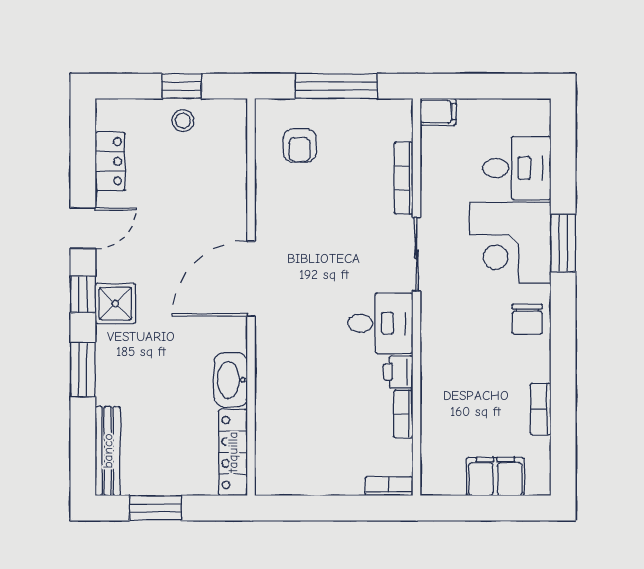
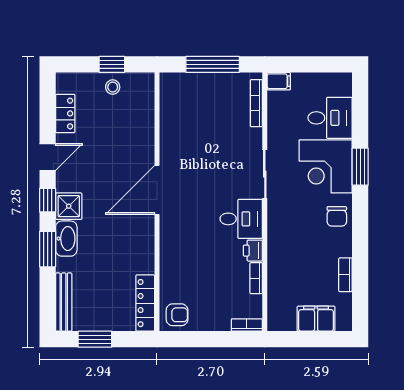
armchair: (300, 146) -> (177, 315), moved, turned -90
bookcase: (404, 178) -> (256, 103), moved
washbasin: (231, 380) -> (66, 239), moved, turned 180

